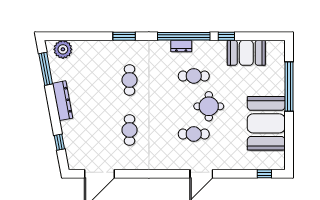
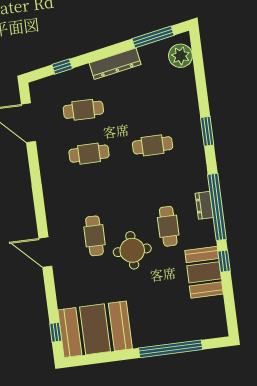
booth: (246, 53) -> (204, 272), moved
booth: (266, 123) -> (95, 329), moved
cafe table: (95, 130) -> (83, 110), added

